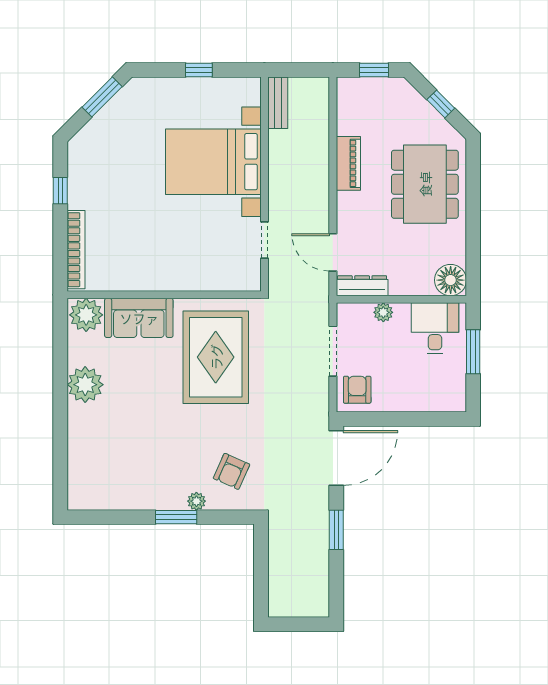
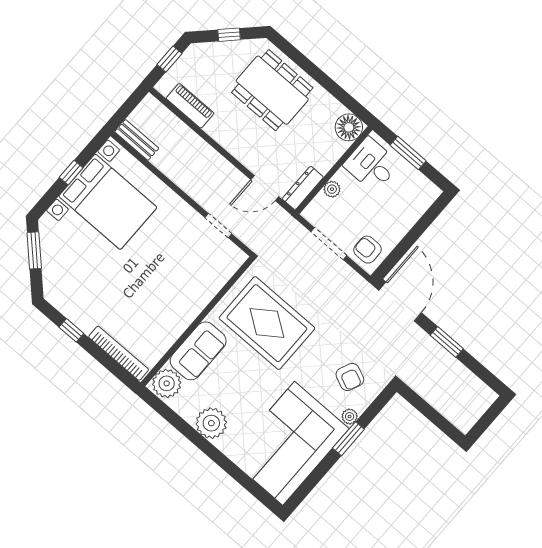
bed with nightstands: (213, 162) -> (108, 202), moved, turned -90
piano: (348, 163) -> (190, 106), moved
corner sofa: (126, 468) -> (289, 443), added

